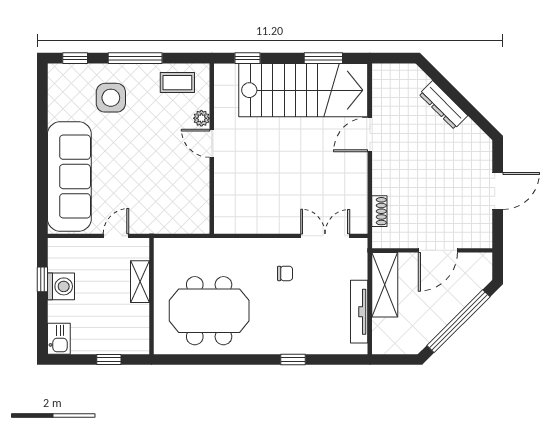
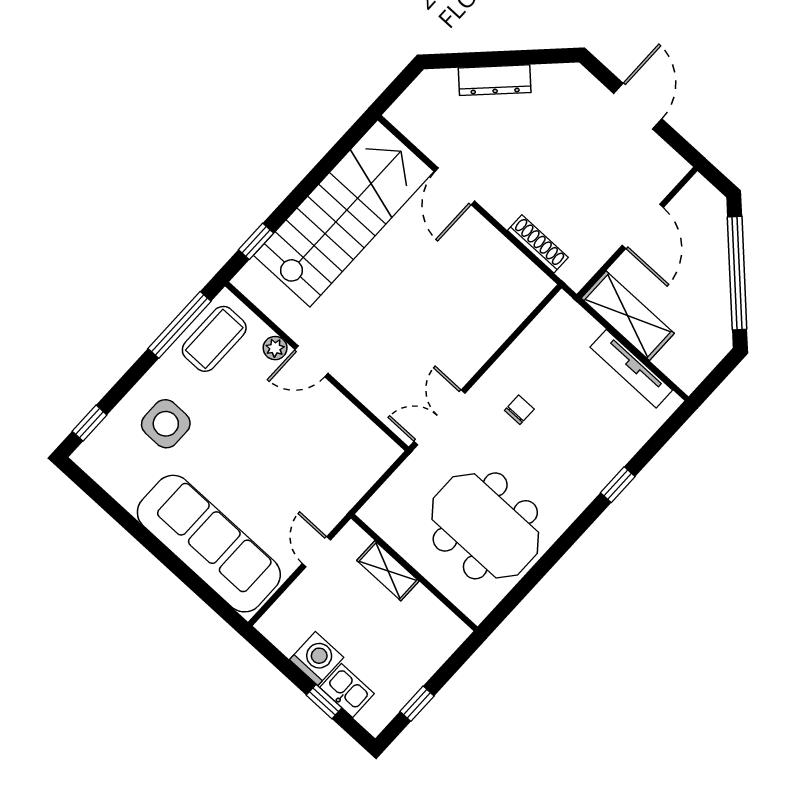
window: (135, 58) -> (180, 325), moved
window: (323, 58) -> (329, 161), removed
coffee table: (177, 83) -> (214, 339), width x1.36, depth x1.30
shoe rack: (379, 211) -> (538, 244), width x1.43
double door: (325, 236) -> (440, 417), moved
window: (42, 279) -> (324, 702), moved
meeting table: (209, 311) -> (485, 526), turned 90
kitchen sink: (59, 339) -> (347, 690), moved
window: (109, 360) -> (417, 704), moved

